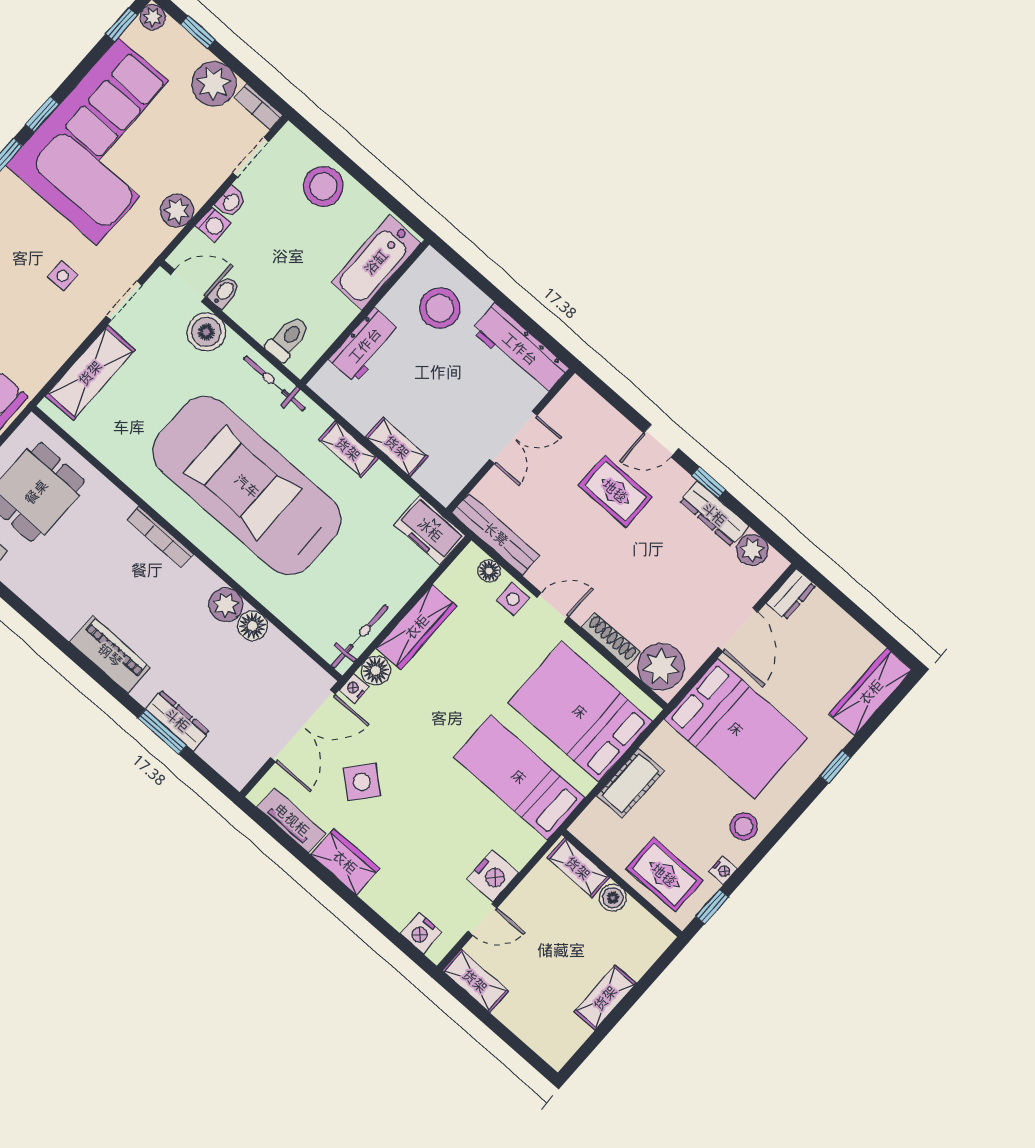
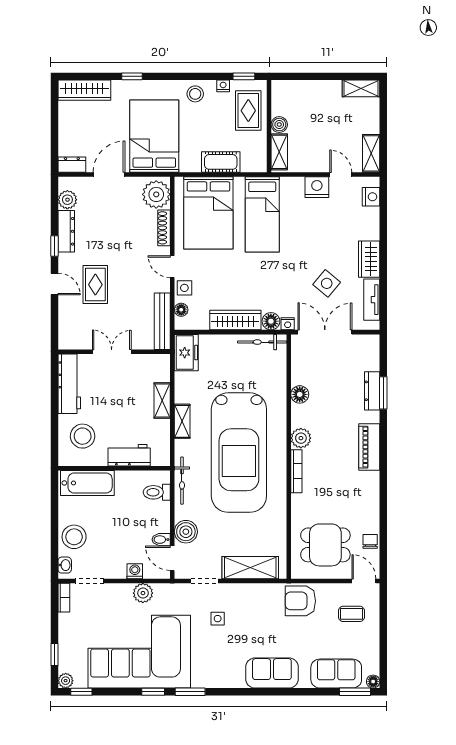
plant: (214, 84) -> (71, 627), removed
washbasin: (231, 202) -> (65, 565), moved, turned 90
plant: (226, 605) -> (301, 438), moved
shelving: (605, 998) -> (361, 88), moved

